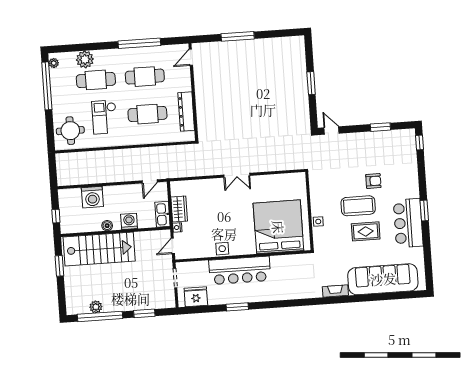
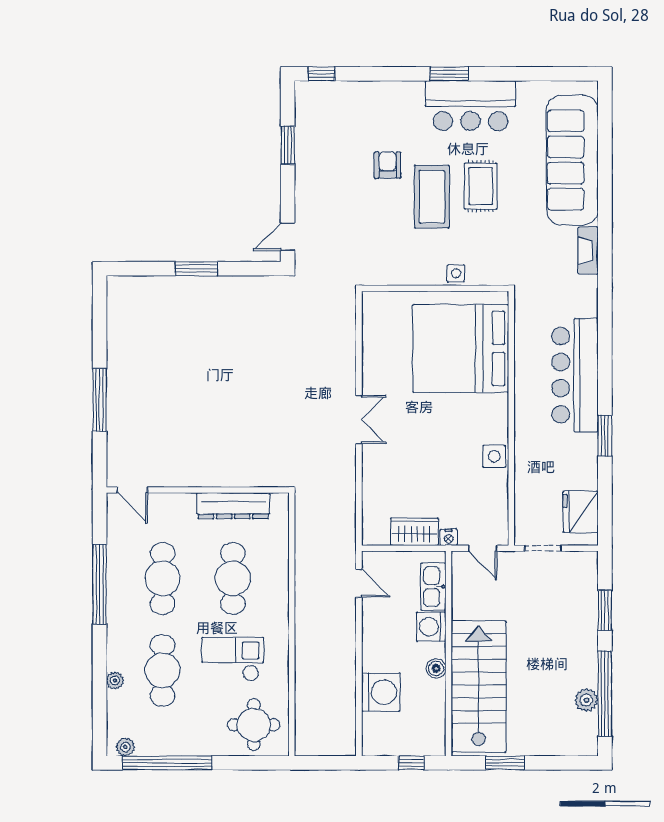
plant: (85, 59) -> (115, 680), width x0.53, depth x0.53
checkout: (104, 117) -> (233, 659), turned 180
kitchen sink: (162, 214) -> (433, 587), moved, turned 90
bar counter: (240, 270) -> (575, 375), moved, turned 180

